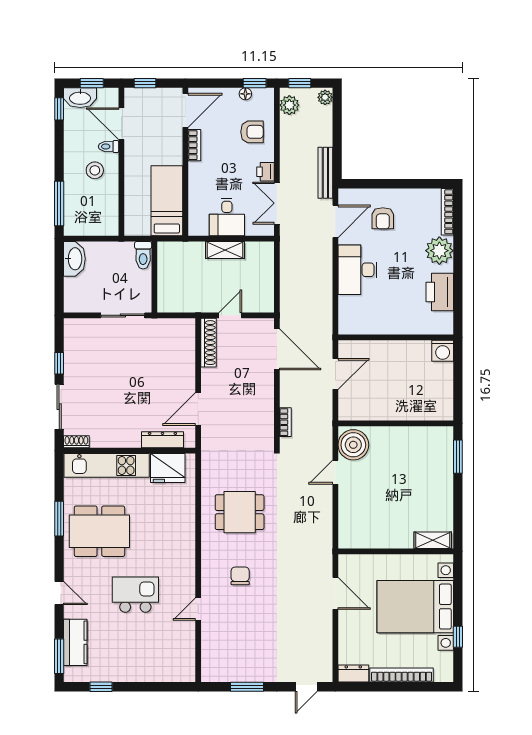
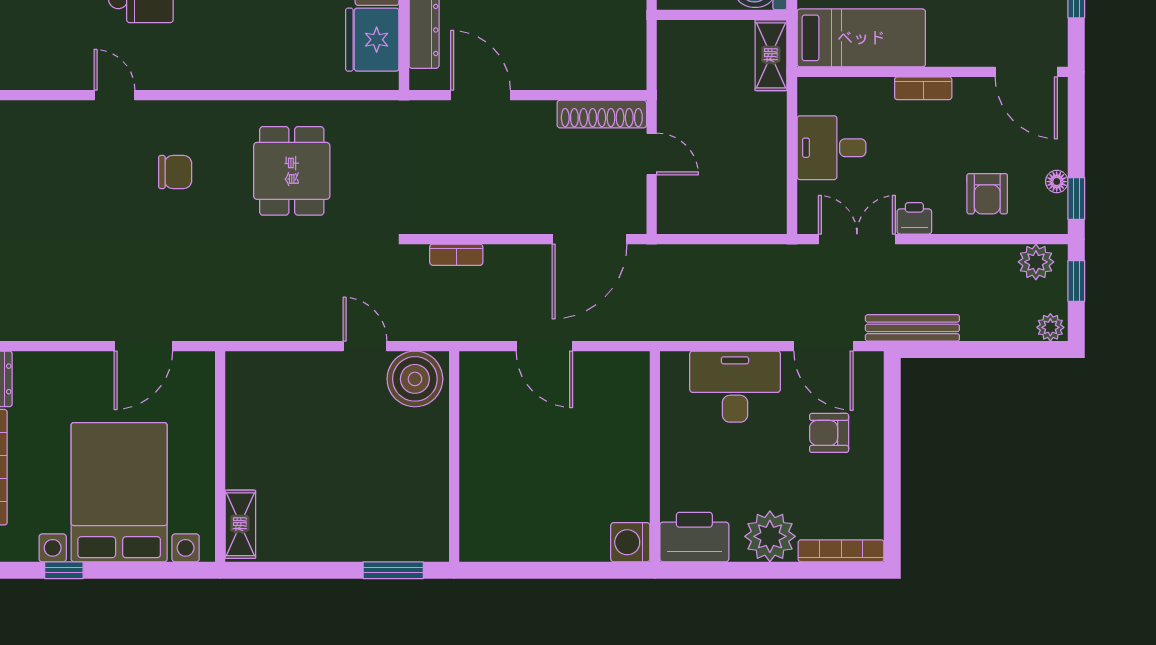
bookcase: (194, 145) -> (923, 88), moved
shelving: (225, 250) -> (771, 55), moved
wall: (396, 337) -> (655, 456), moved
washing machine: (443, 351) -> (630, 542), moved

